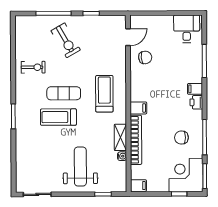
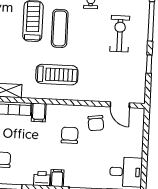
exercise bike: (66, 40) -> (120, 34), turned 120
chair: (157, 80) -> (70, 135), added

